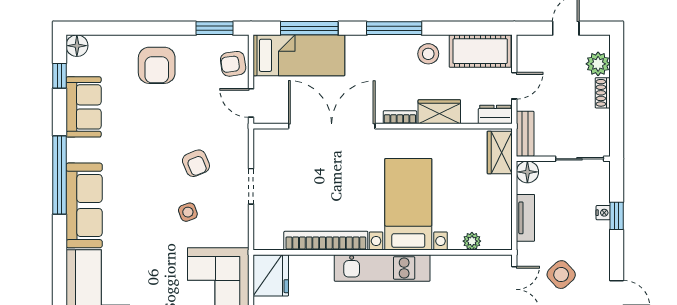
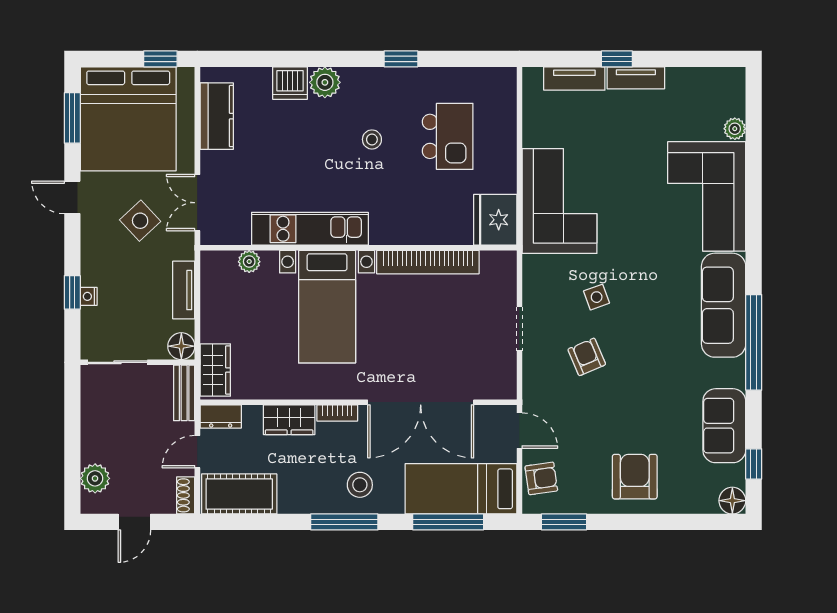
stool: (428, 54) -> (360, 485), moved
shoe rack: (603, 93) -> (186, 495), moved, turned 180
kitchen unit: (382, 268) -> (310, 229), moved

